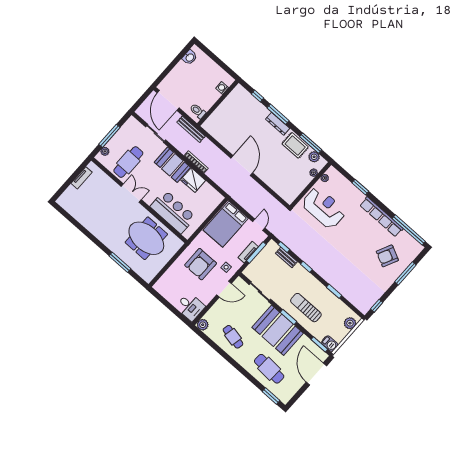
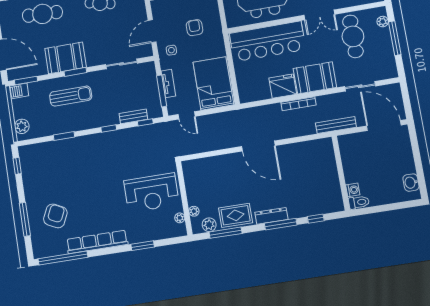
toilet: (198, 111) -> (359, 202), moved
bar counter: (173, 212) -> (267, 41), width x1.36
armchair: (201, 264) -> (194, 28), width x0.53, depth x0.53
booth: (278, 330) -> (65, 58), width x0.73, depth x0.70

